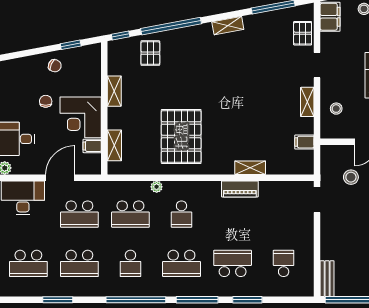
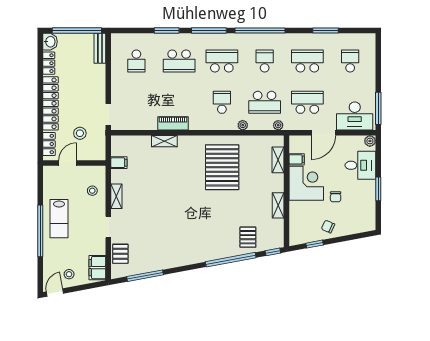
shelving: (228, 26) -> (183, 260), removed
plant: (114, 187) -> (278, 125), added
school desk: (130, 214) -> (265, 102), turned 180
school desk: (28, 263) -> (350, 61), width x0.54

